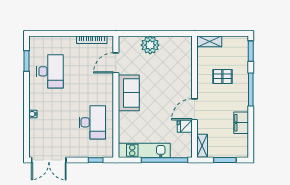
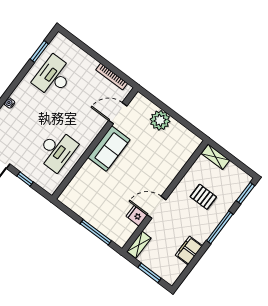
desk: (50, 71) -> (53, 77), turned 180
kitchen unit: (144, 150) -> (84, 210), removed
window: (96, 160) -> (25, 179), moved
window: (164, 160) -> (96, 232), width x0.68

